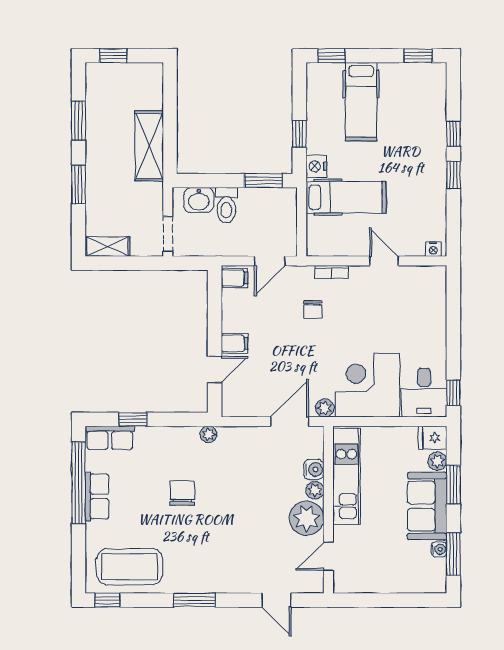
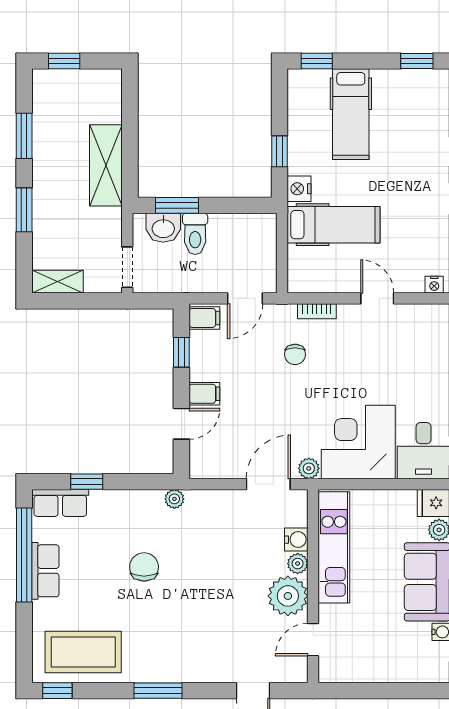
window: (263, 181) -> (177, 205), moved
window: (215, 308) -> (181, 352), added

